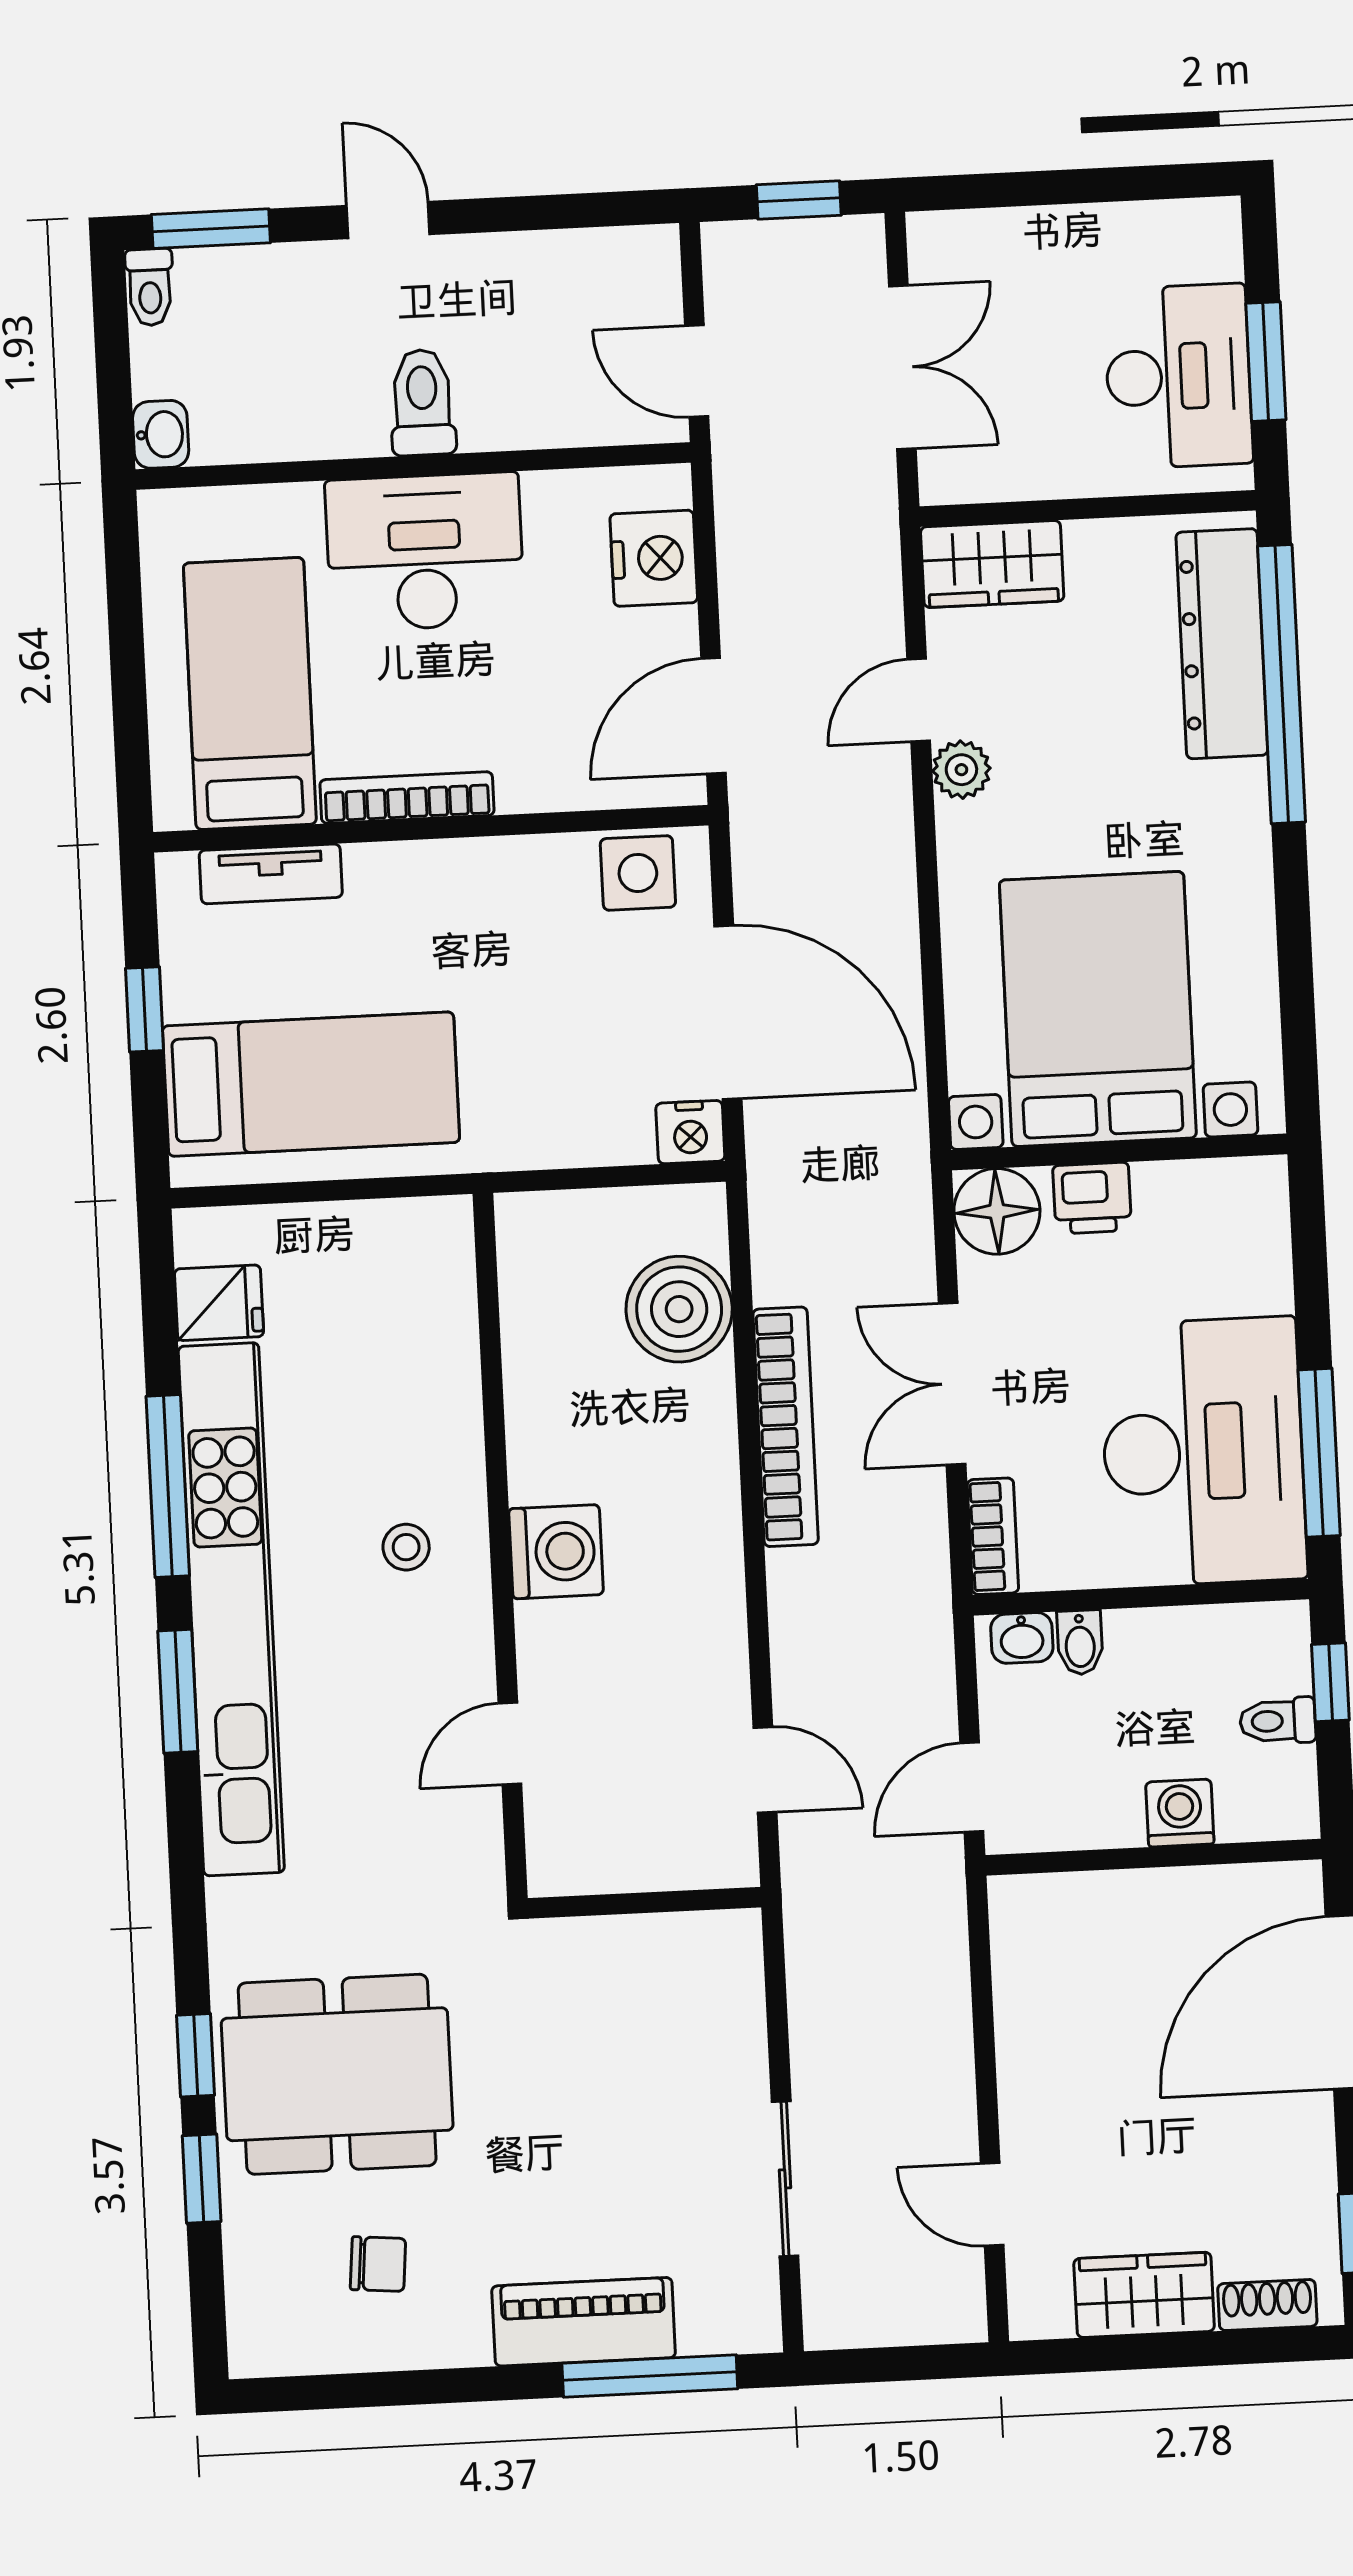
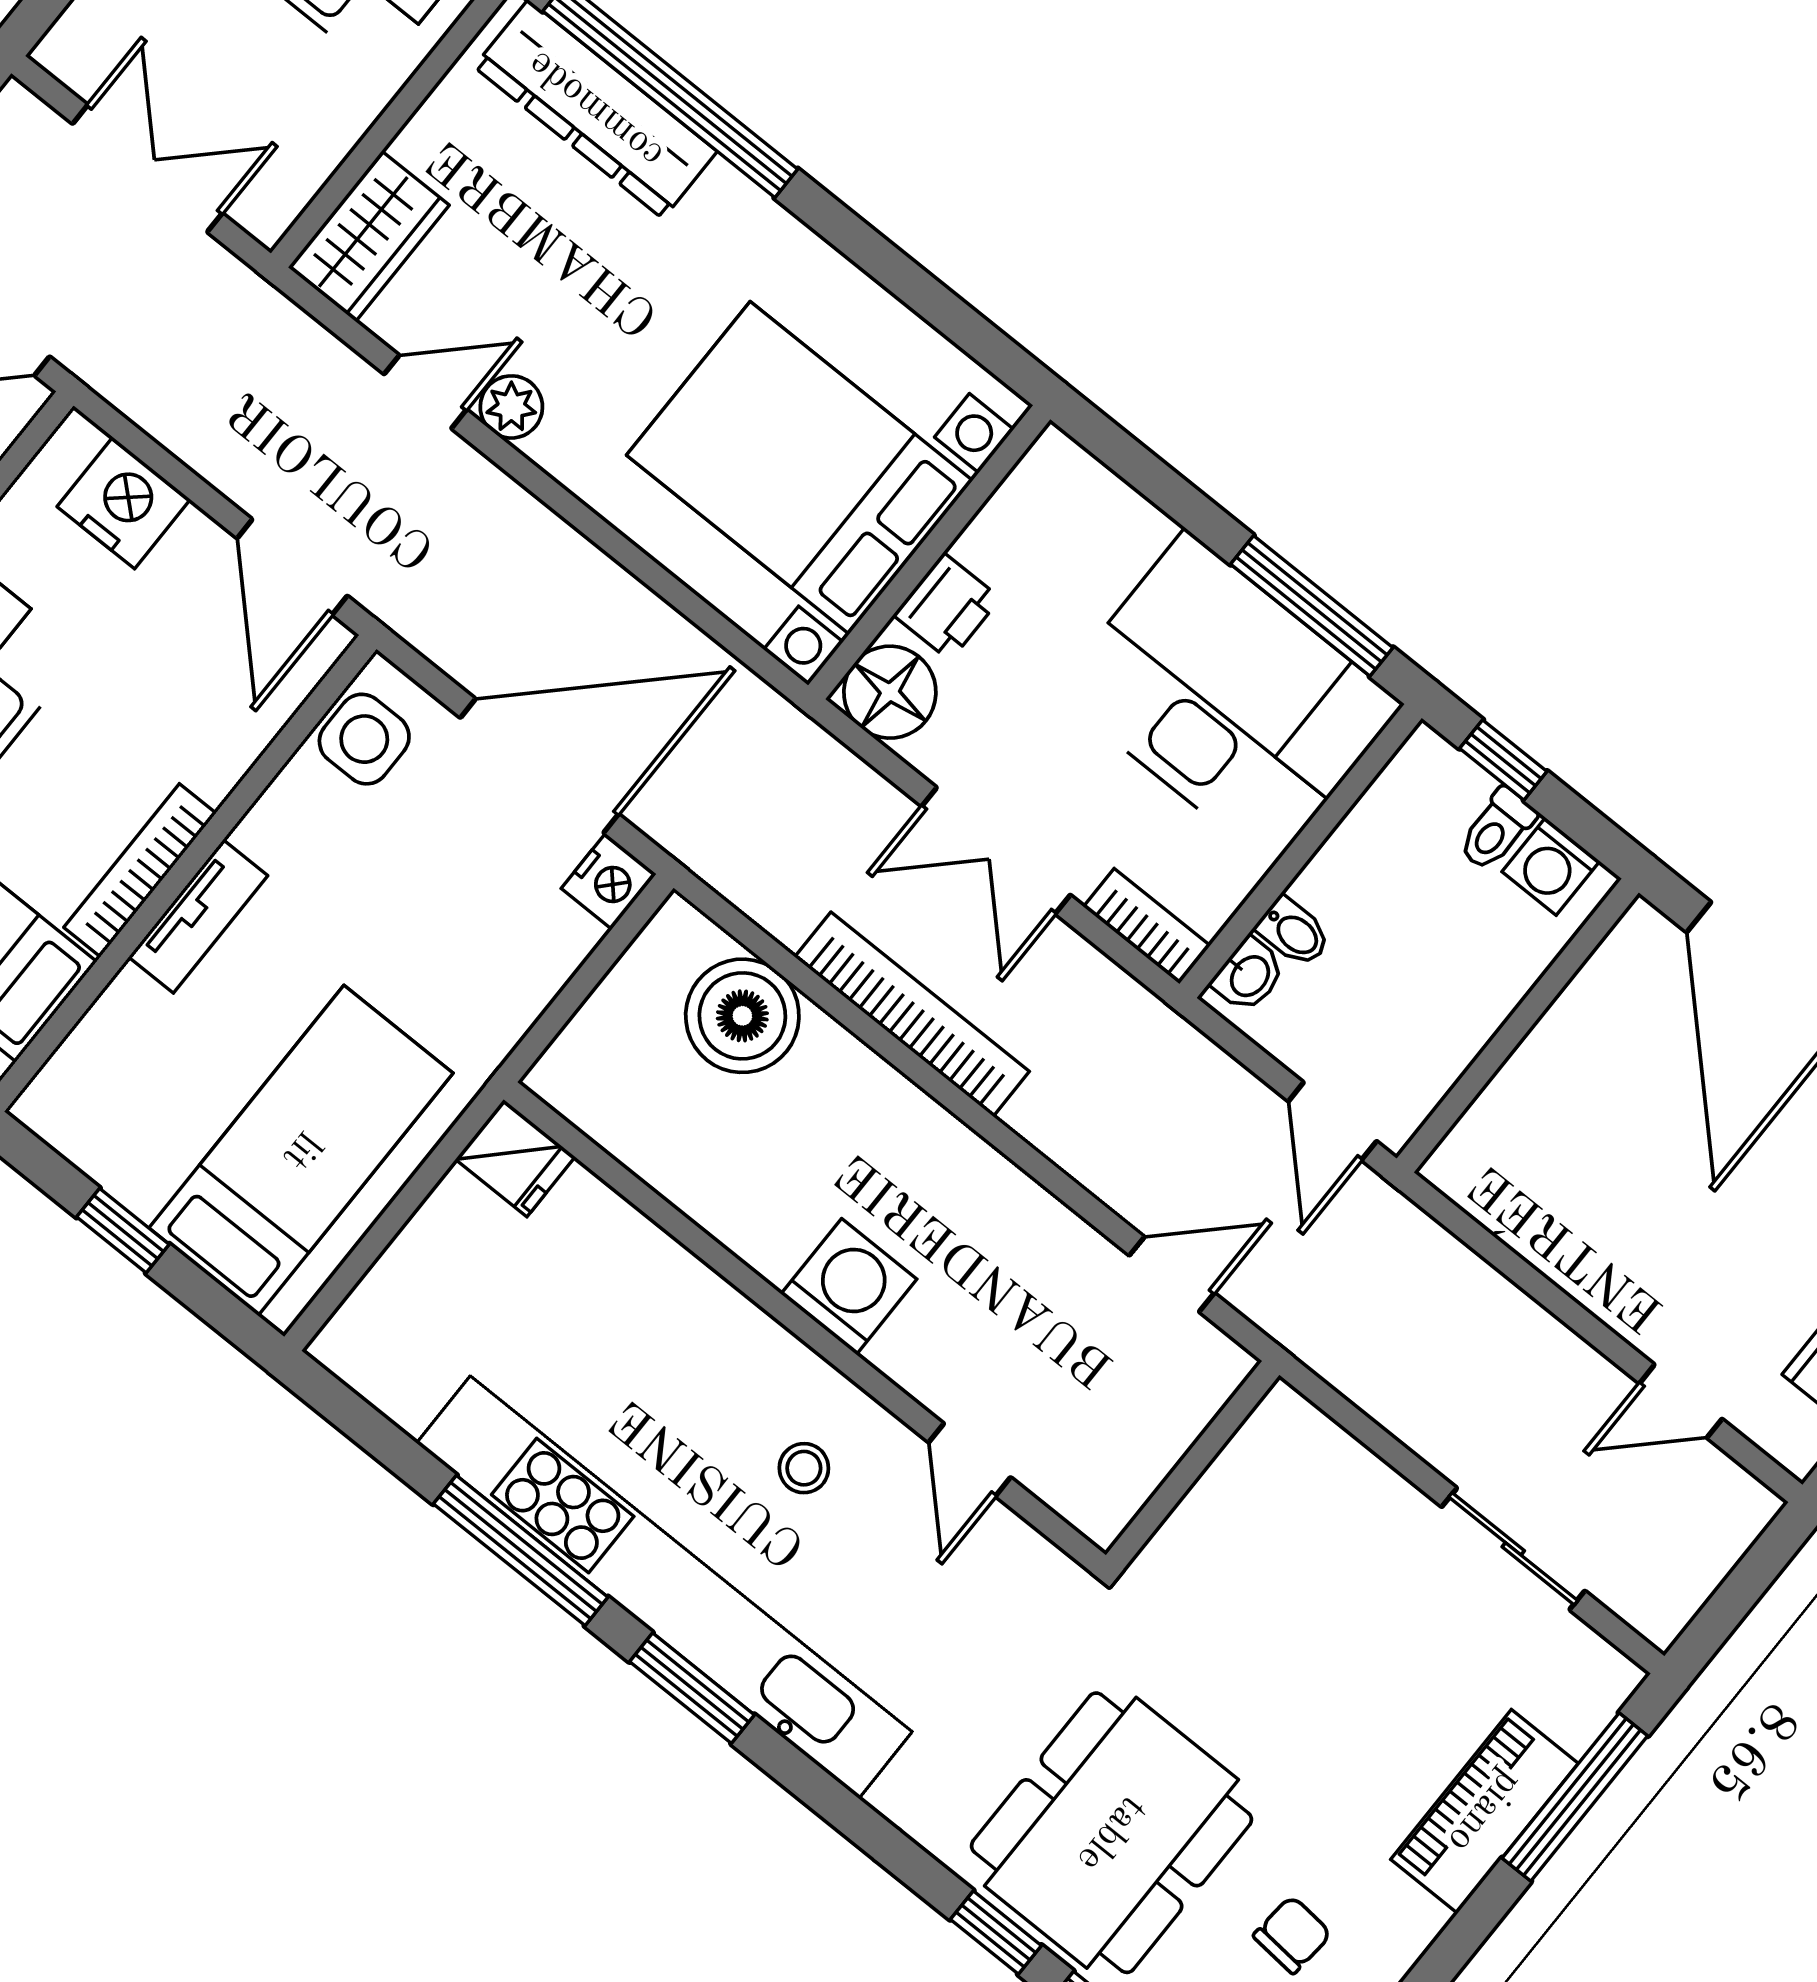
door: (919, 700) -> (425, 392), swing flipped
tv unit: (271, 874) -> (198, 916), moved
fridge: (219, 1303) -> (515, 1158), moved, turned 90
stool: (406, 1547) -> (804, 1468), moved
washing machine: (1180, 1813) -> (1551, 866), moved, turned -90

